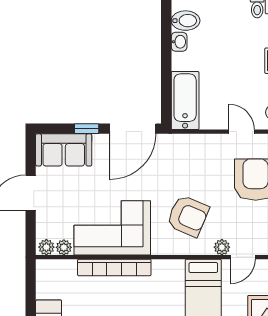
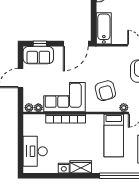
window: (87, 129) -> (40, 44), moved
armchair: (188, 216) -> (105, 91), turned 52

